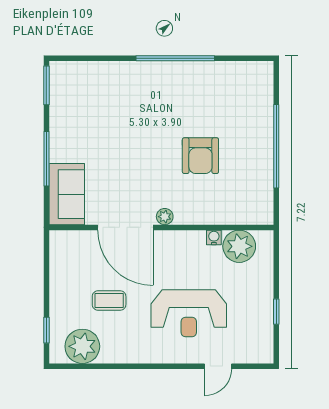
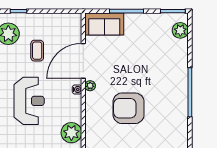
plant: (77, 74) -> (180, 30), added
armchair: (200, 156) -> (129, 108), width x1.36, depth x1.36
water cooler: (214, 237) -> (77, 89), moved
reception desk: (189, 313) -> (29, 101), turned 180

